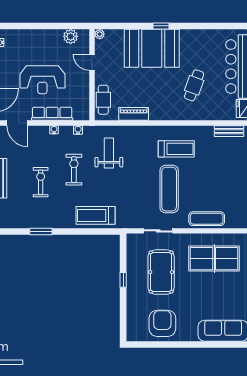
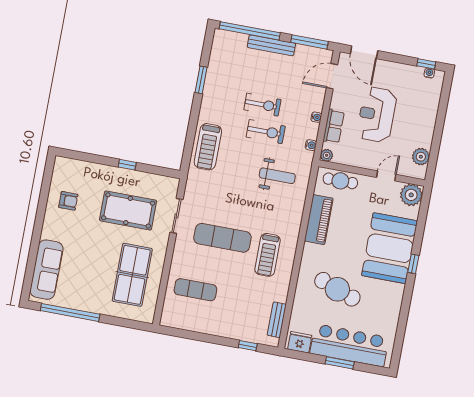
plant: (100, 34) -> (411, 195), width x1.87, depth x1.87
cafe table: (194, 85) -> (337, 289), width x1.37, depth x1.35
row of seats: (52, 114) -> (334, 126), width x0.68
piano: (134, 114) -> (319, 220), width x1.37, depth x1.33
plant: (84, 115) -> (327, 155), added
exercise bike: (41, 182) -> (262, 105), moved
treadmill: (95, 215) -> (208, 147), turned 180
exercise mat: (207, 219) -> (195, 290), moved, turned 90
armchair: (162, 323) -> (68, 201), width x0.53, depth x0.53

